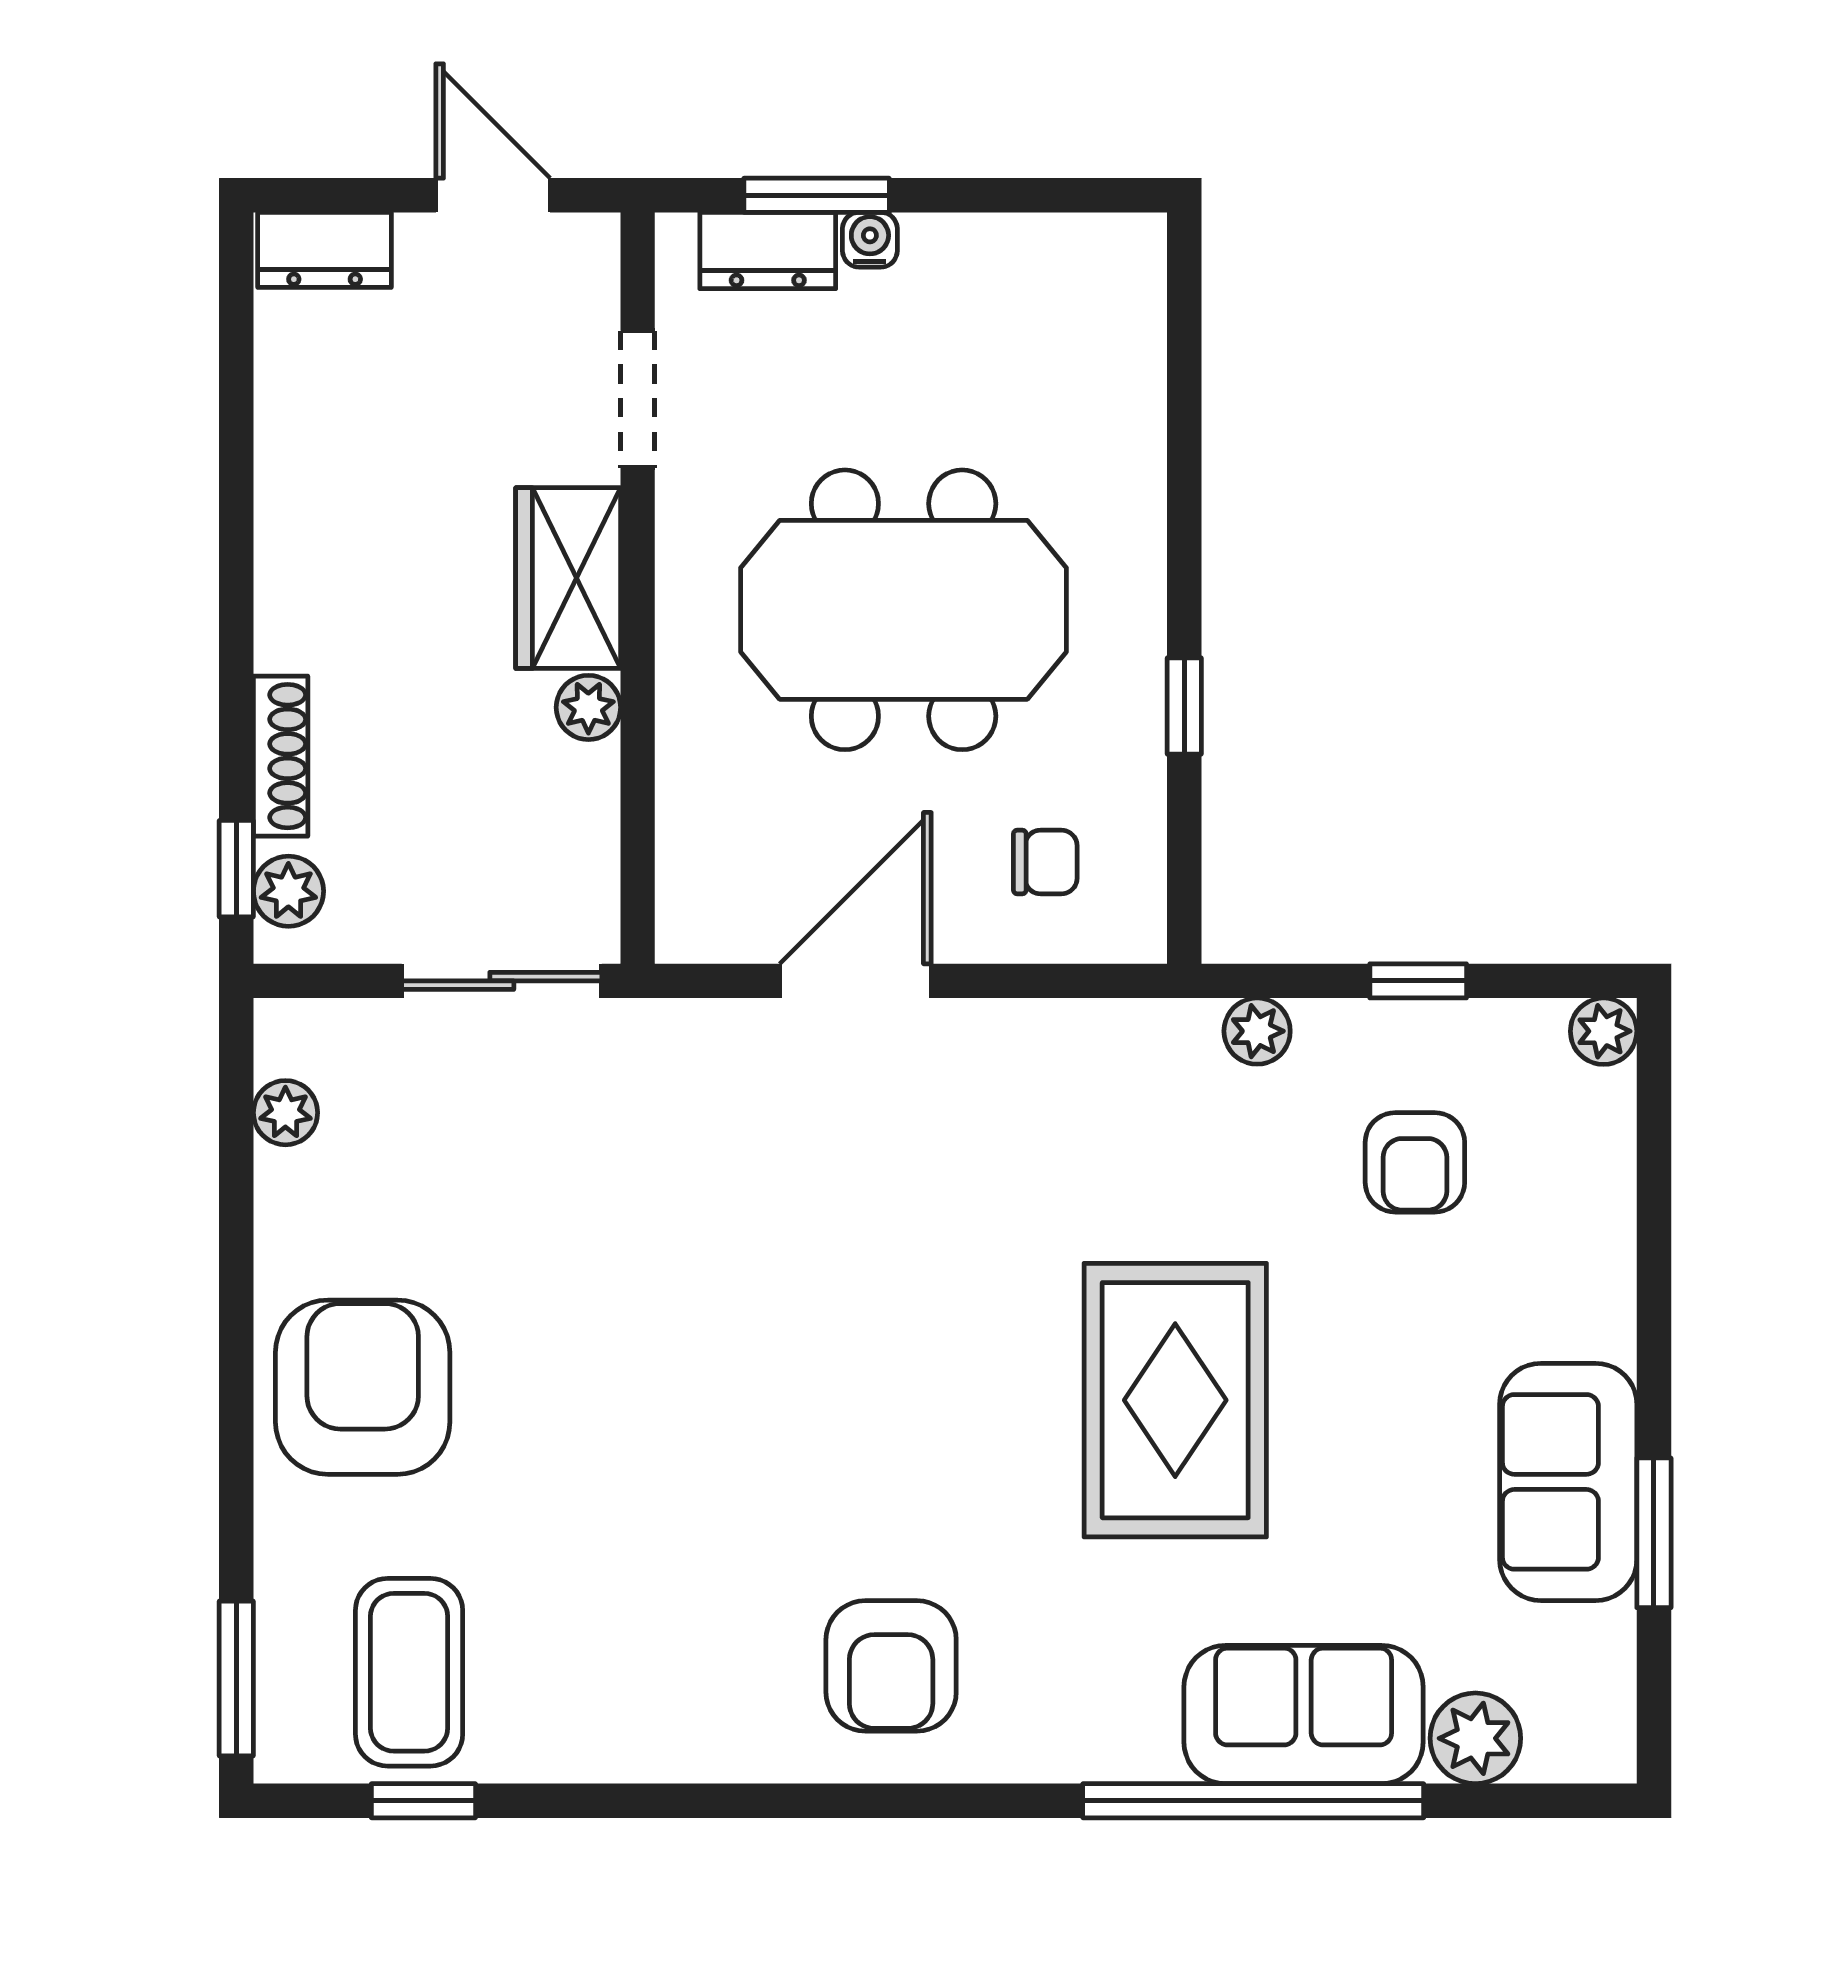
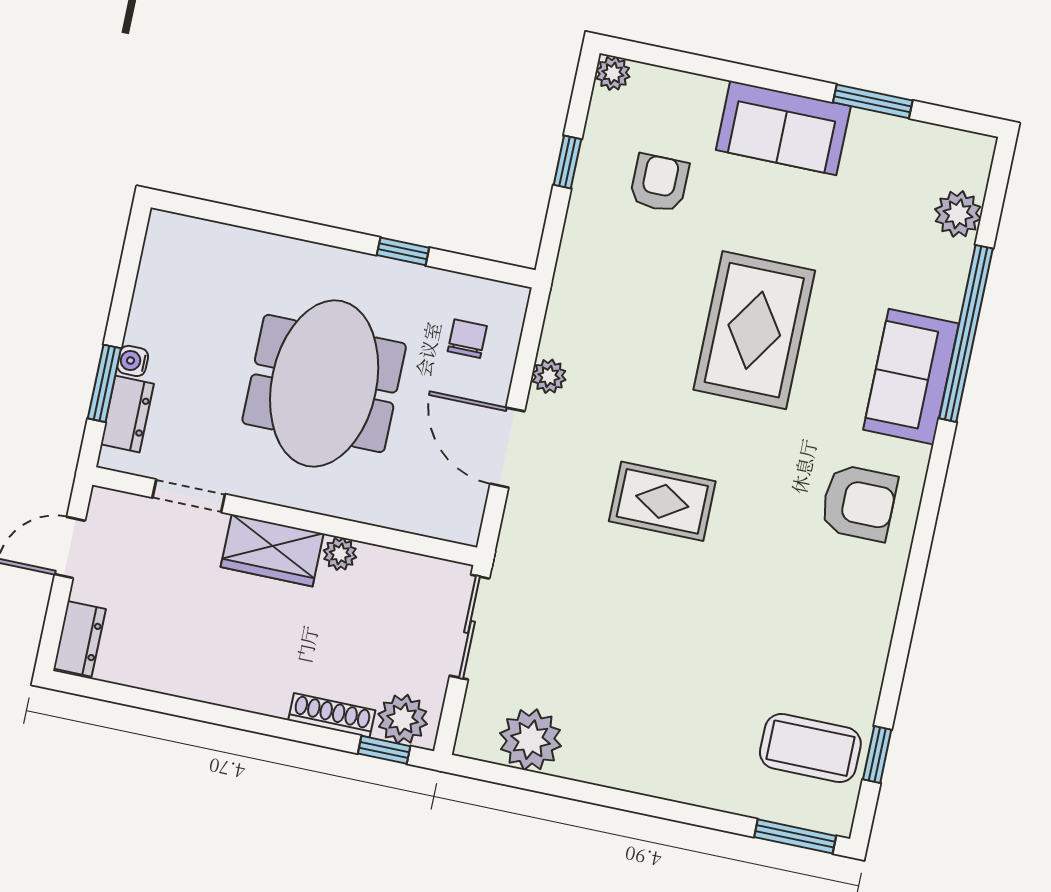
plant: (288, 891) -> (403, 719), width x1.38, depth x1.38
plant: (1257, 1031) -> (549, 376), moved
plant: (285, 1113) -> (531, 740), width x1.88, depth x1.88
armchair: (1415, 1162) -> (659, 183), turned -90
rug: (816, 1295) -> (662, 501), added
armchair: (363, 1387) -> (661, 741), removed
rug: (1175, 1400) -> (754, 330), turned 90
sofa: (1568, 1482) -> (783, 128), moved
sofa: (1304, 1715) -> (911, 377), moved

